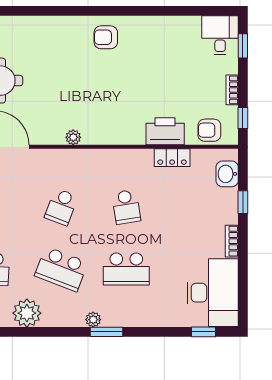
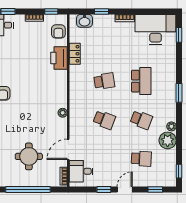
school desk: (61, 269) -> (141, 120), width x0.54
plant: (93, 320) -> (171, 126), moved

